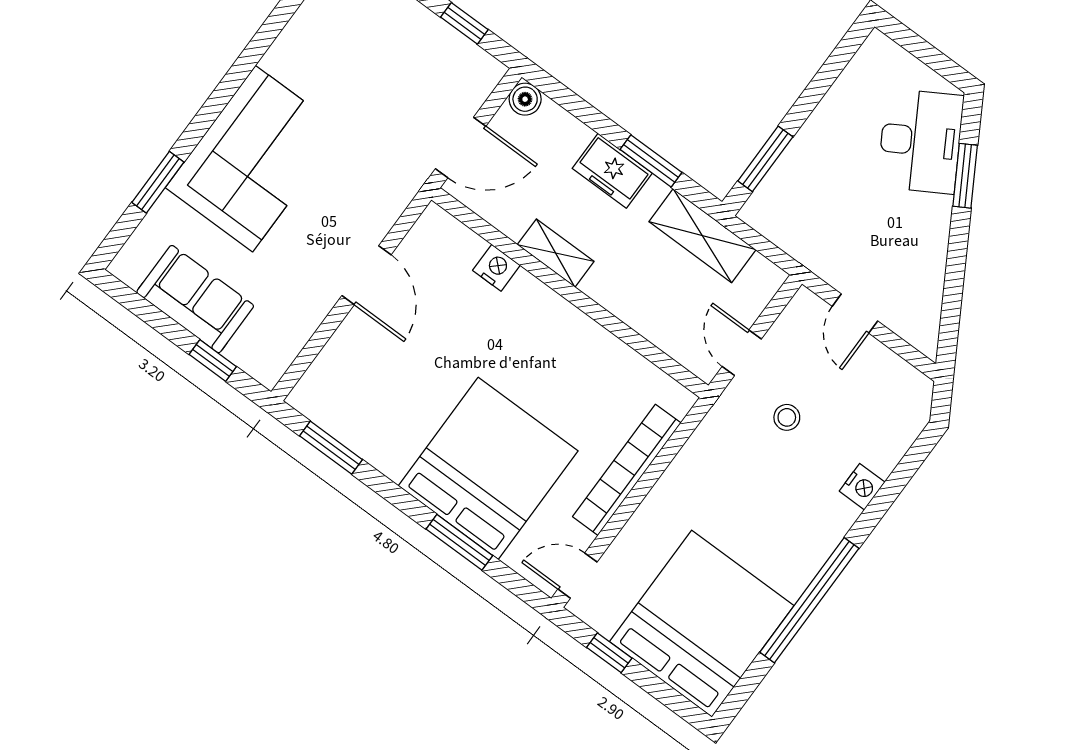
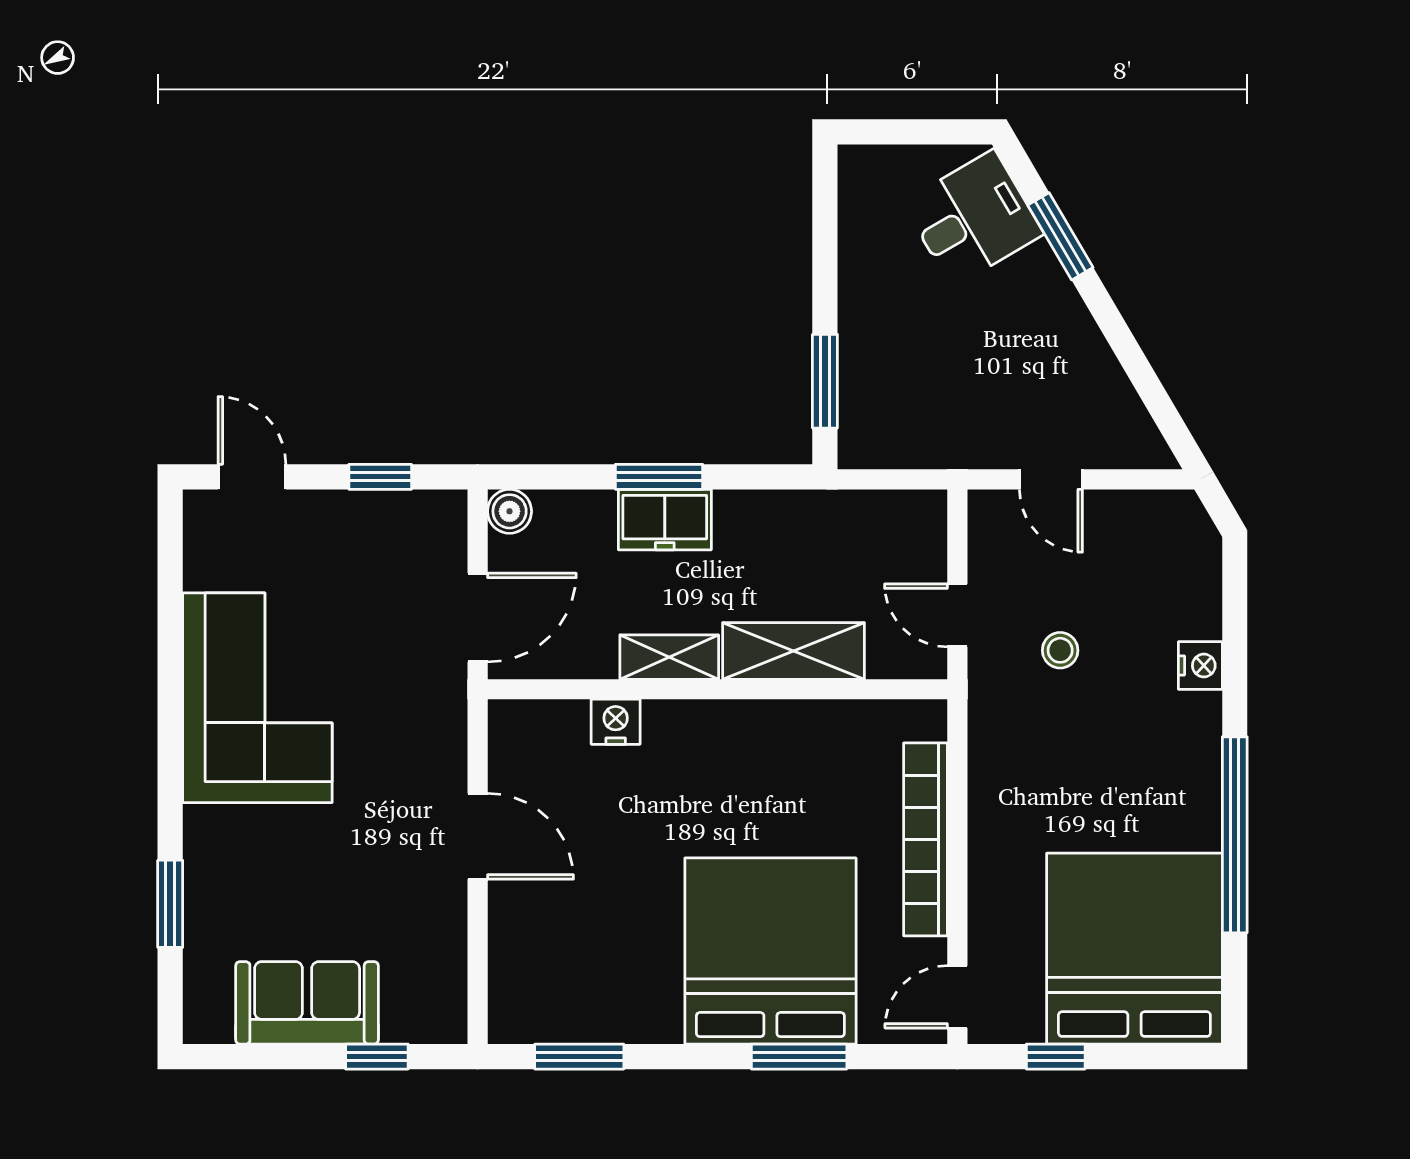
desk: (920, 141) -> (973, 218), width x0.73
corner sofa: (254, 159) -> (257, 698), moved
window: (651, 161) -> (659, 477), moved
shelving: (702, 236) -> (794, 651), moved

